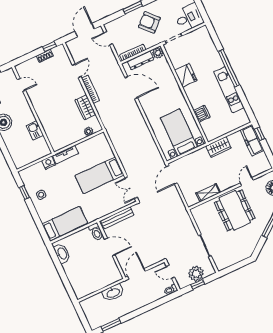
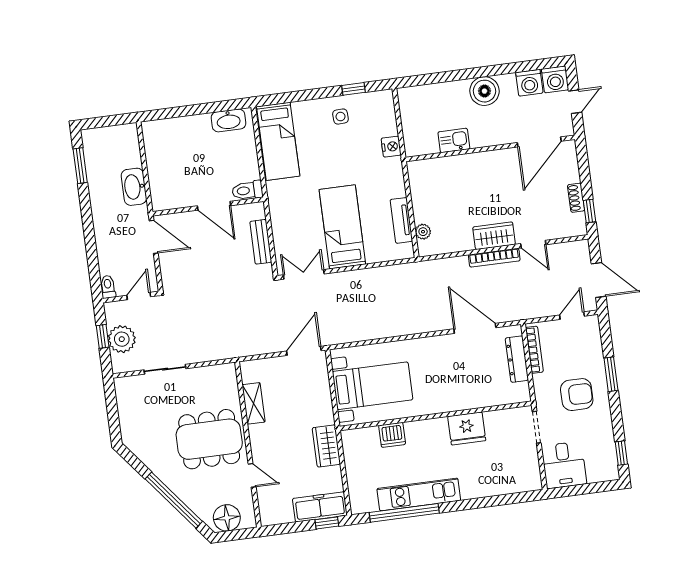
armchair: (149, 22) -> (577, 395), turned 43
plant: (158, 53) -> (520, 393), removed
window: (229, 68) -> (404, 513), moved
door: (21, 85) -> (539, 142), width x1.88
door: (131, 88) -> (475, 328), swing flipped
wardrobe: (85, 107) -> (494, 236), moved
tv unit: (65, 155) -> (401, 220), moved
door: (172, 175) -> (304, 351), hinge flipped
bench: (117, 218) -> (261, 242), width x0.73
door: (110, 247) -> (214, 206), hinge flipped

